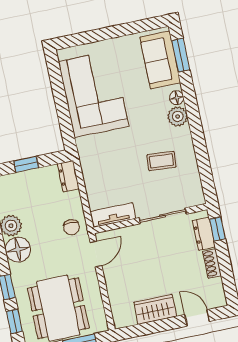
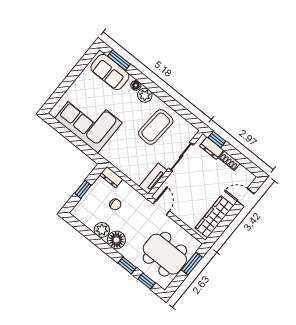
coffee table: (161, 161) -> (156, 127), width x1.86, depth x1.72
chair: (71, 227) -> (115, 204), moved
wardrobe: (155, 309) -> (214, 217), width x1.50

